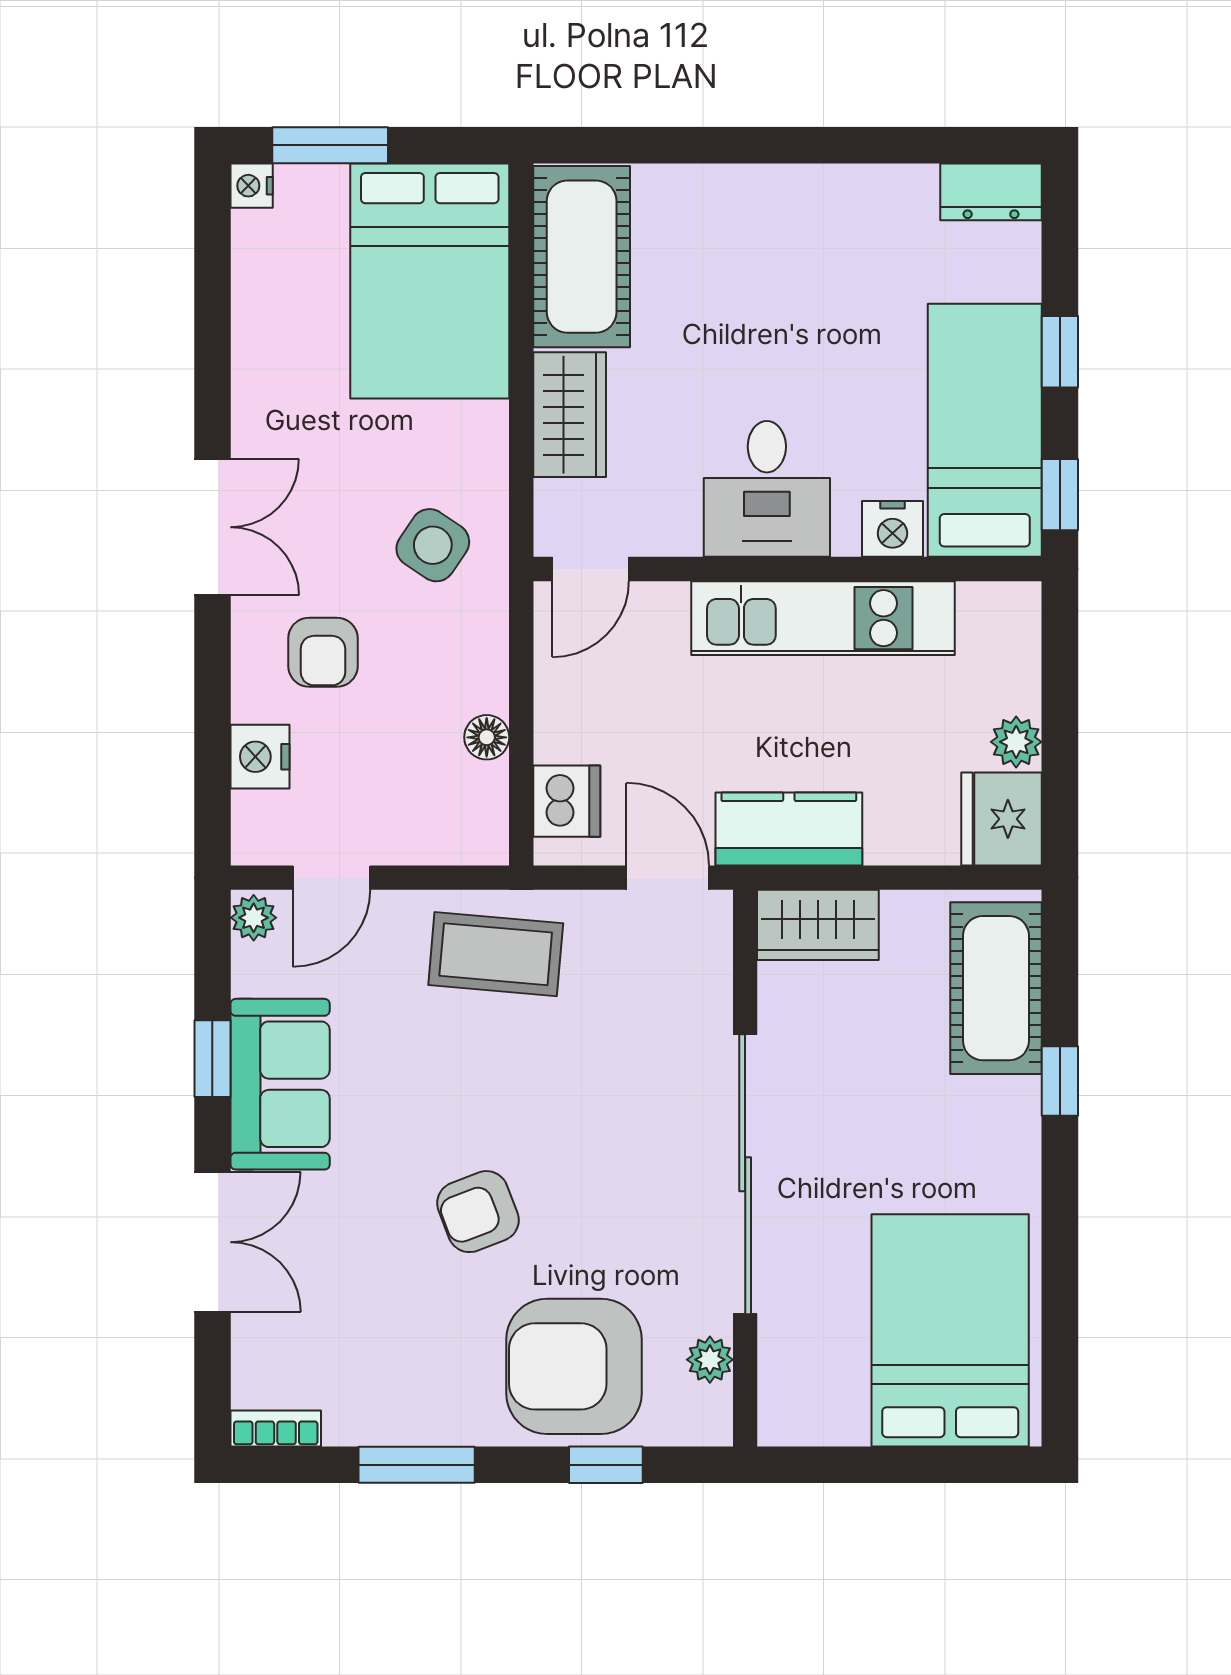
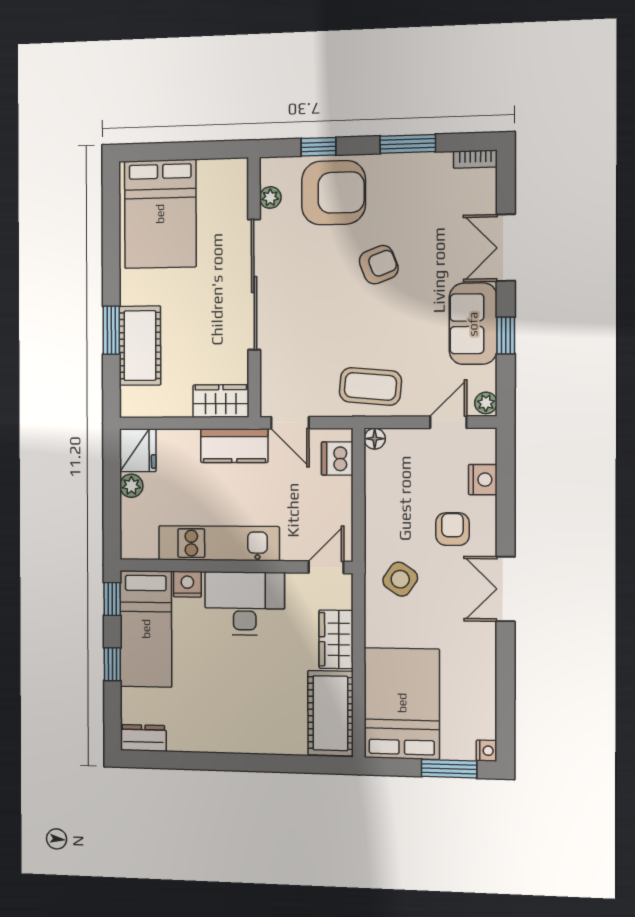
desk: (767, 489) -> (245, 603), width x1.37
floor lamp: (487, 737) -> (375, 439), moved
cot: (996, 988) -> (140, 346), moved
window: (1060, 1081) -> (111, 330), width x1.50

